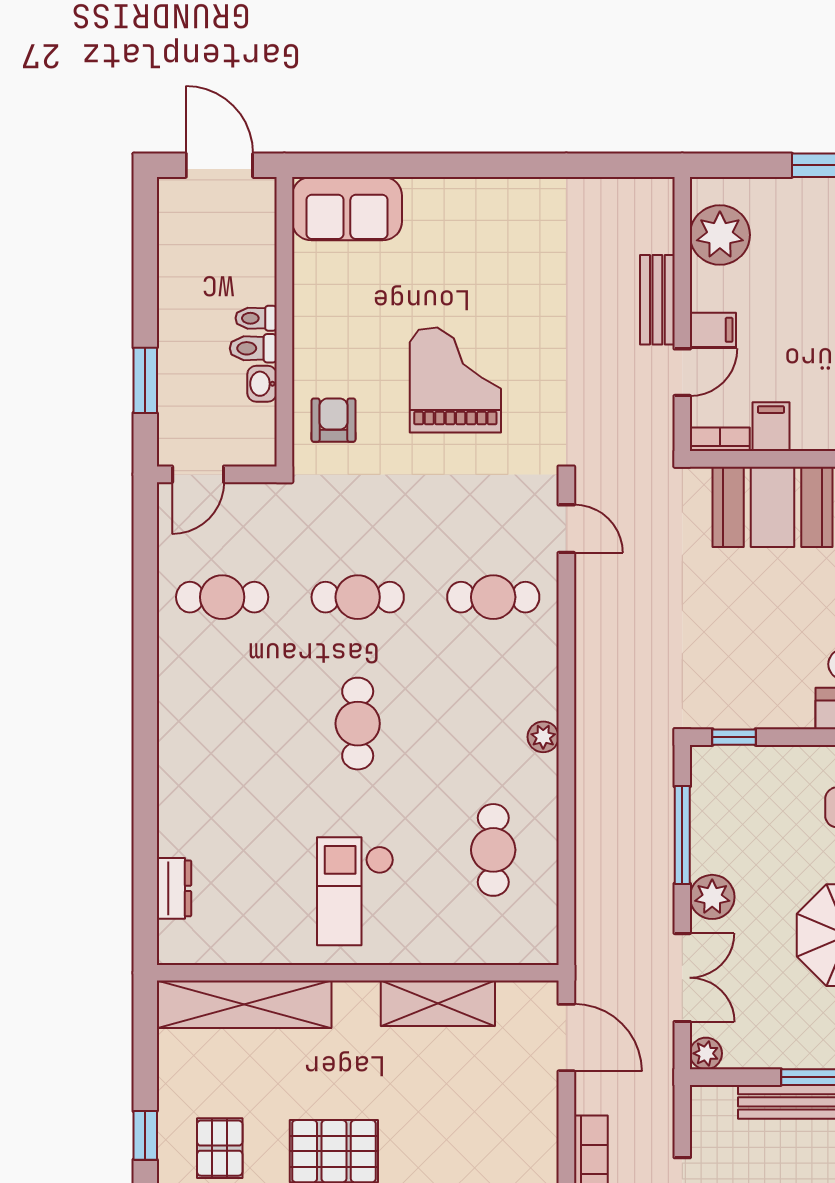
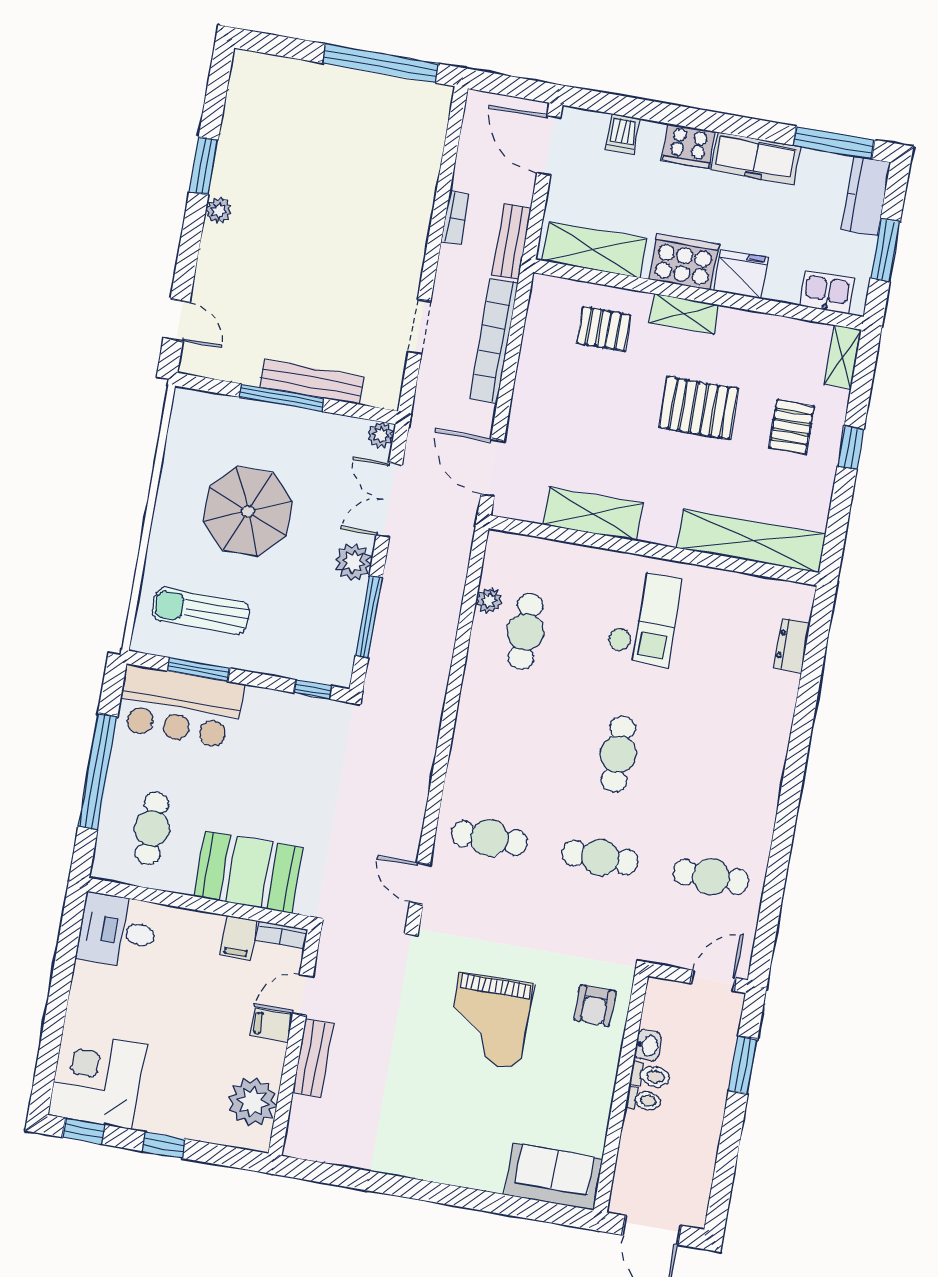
plant: (543, 737) -> (489, 600), moved

